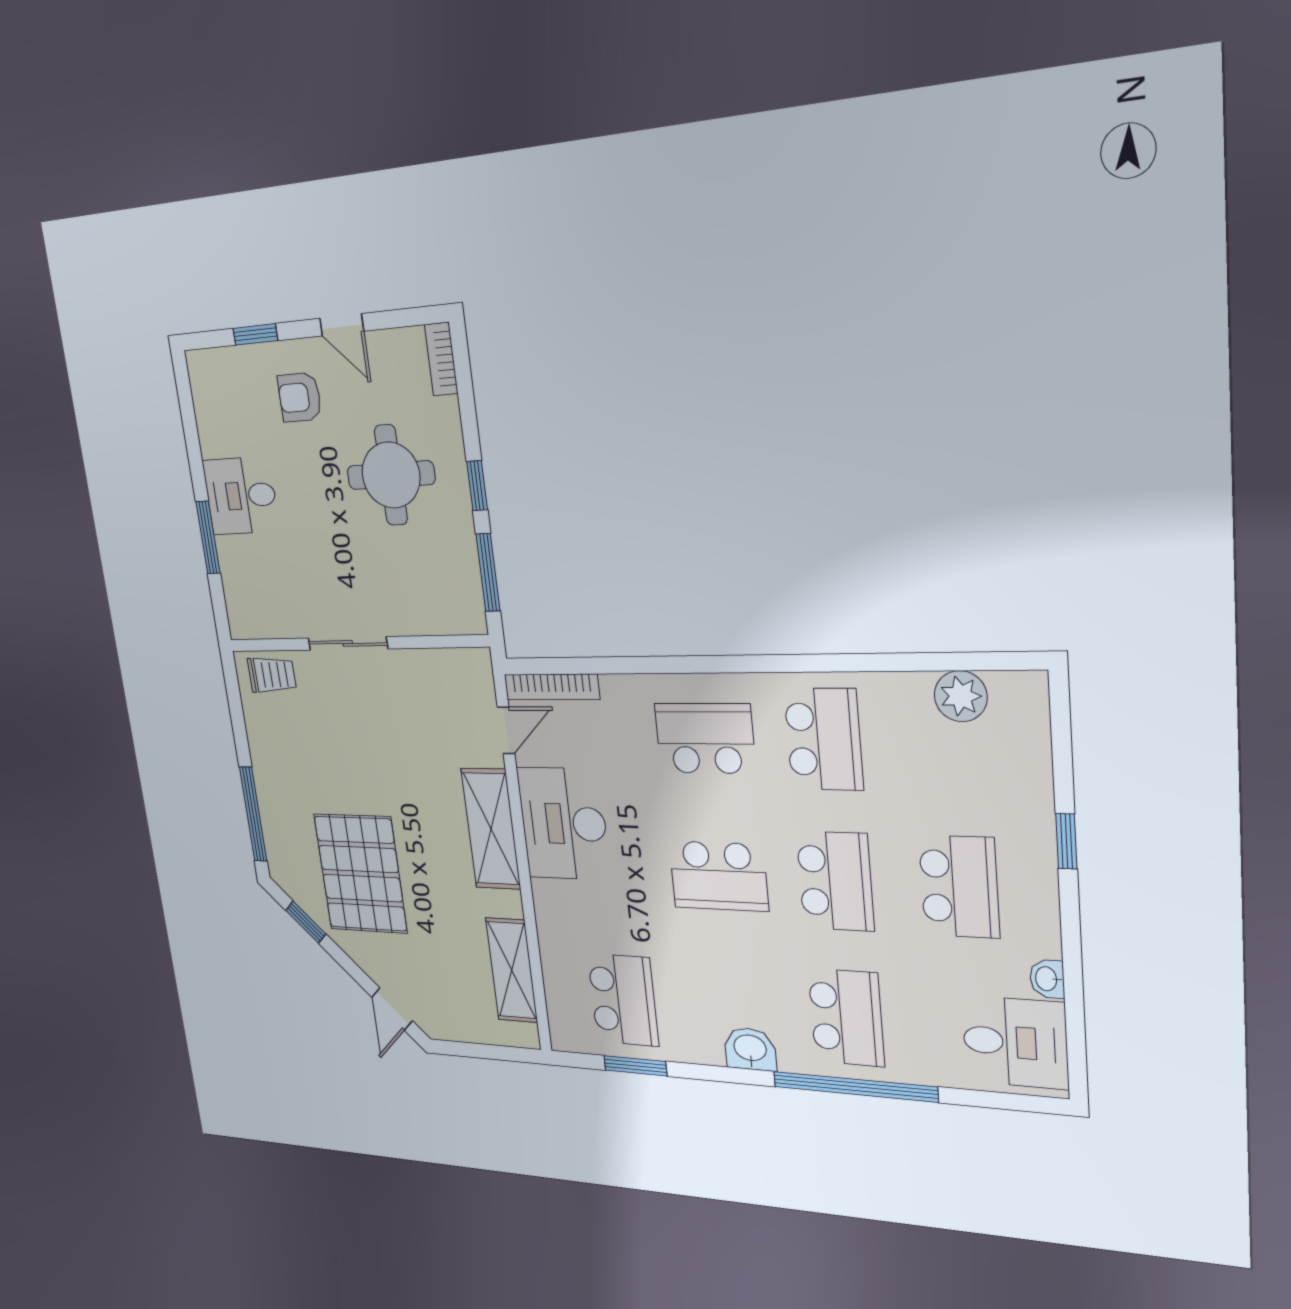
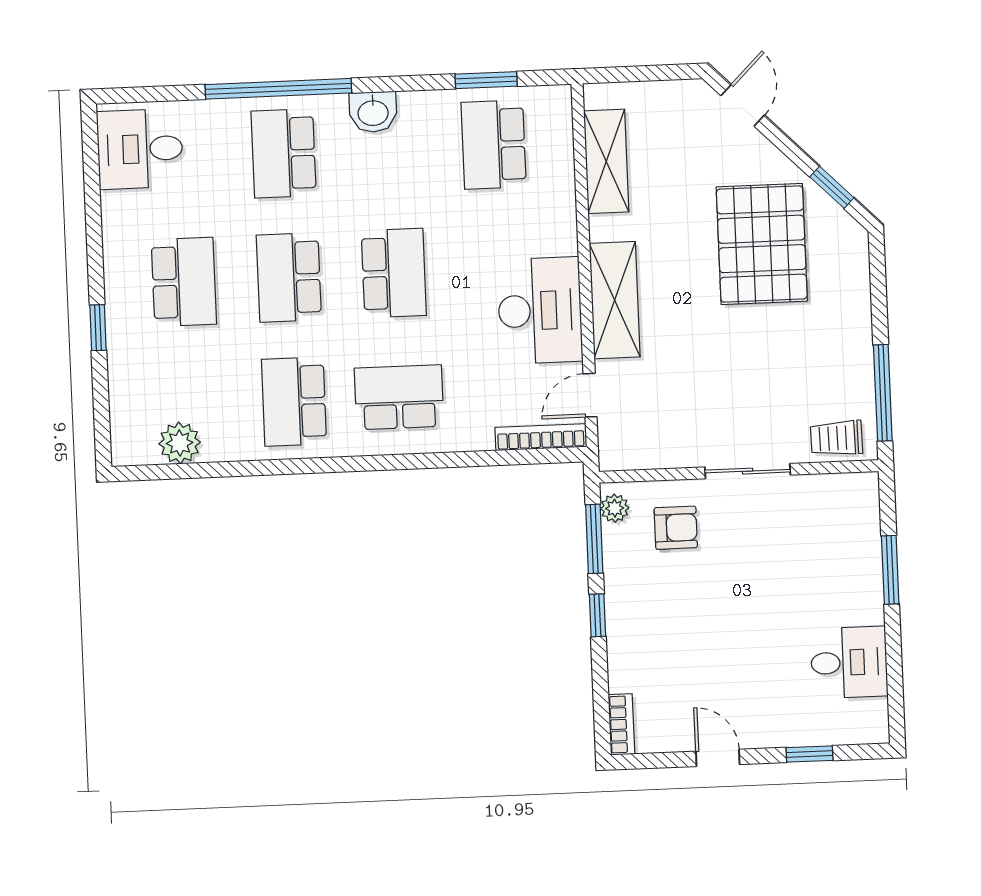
armchair: (300, 397) -> (676, 528), moved
round table: (391, 475) -> (683, 626), removed
desk: (241, 496) -> (849, 662), moved
plant: (471, 606) -> (615, 508), added
school desk: (705, 738) -> (399, 397), turned 180
window: (253, 814) -> (883, 393), moved
school desk: (719, 876) -> (394, 273), turned 90
school desk: (959, 887) -> (184, 282), turned 180
washbasin: (1047, 979) -> (114, 209), removed

